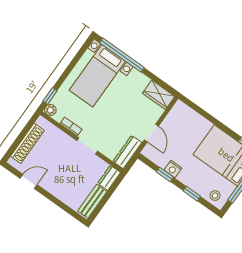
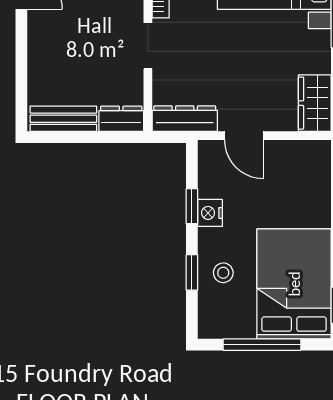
door: (151, 133) -> (244, 136), hinge flipped
stool: (215, 196) -> (223, 273), moved

